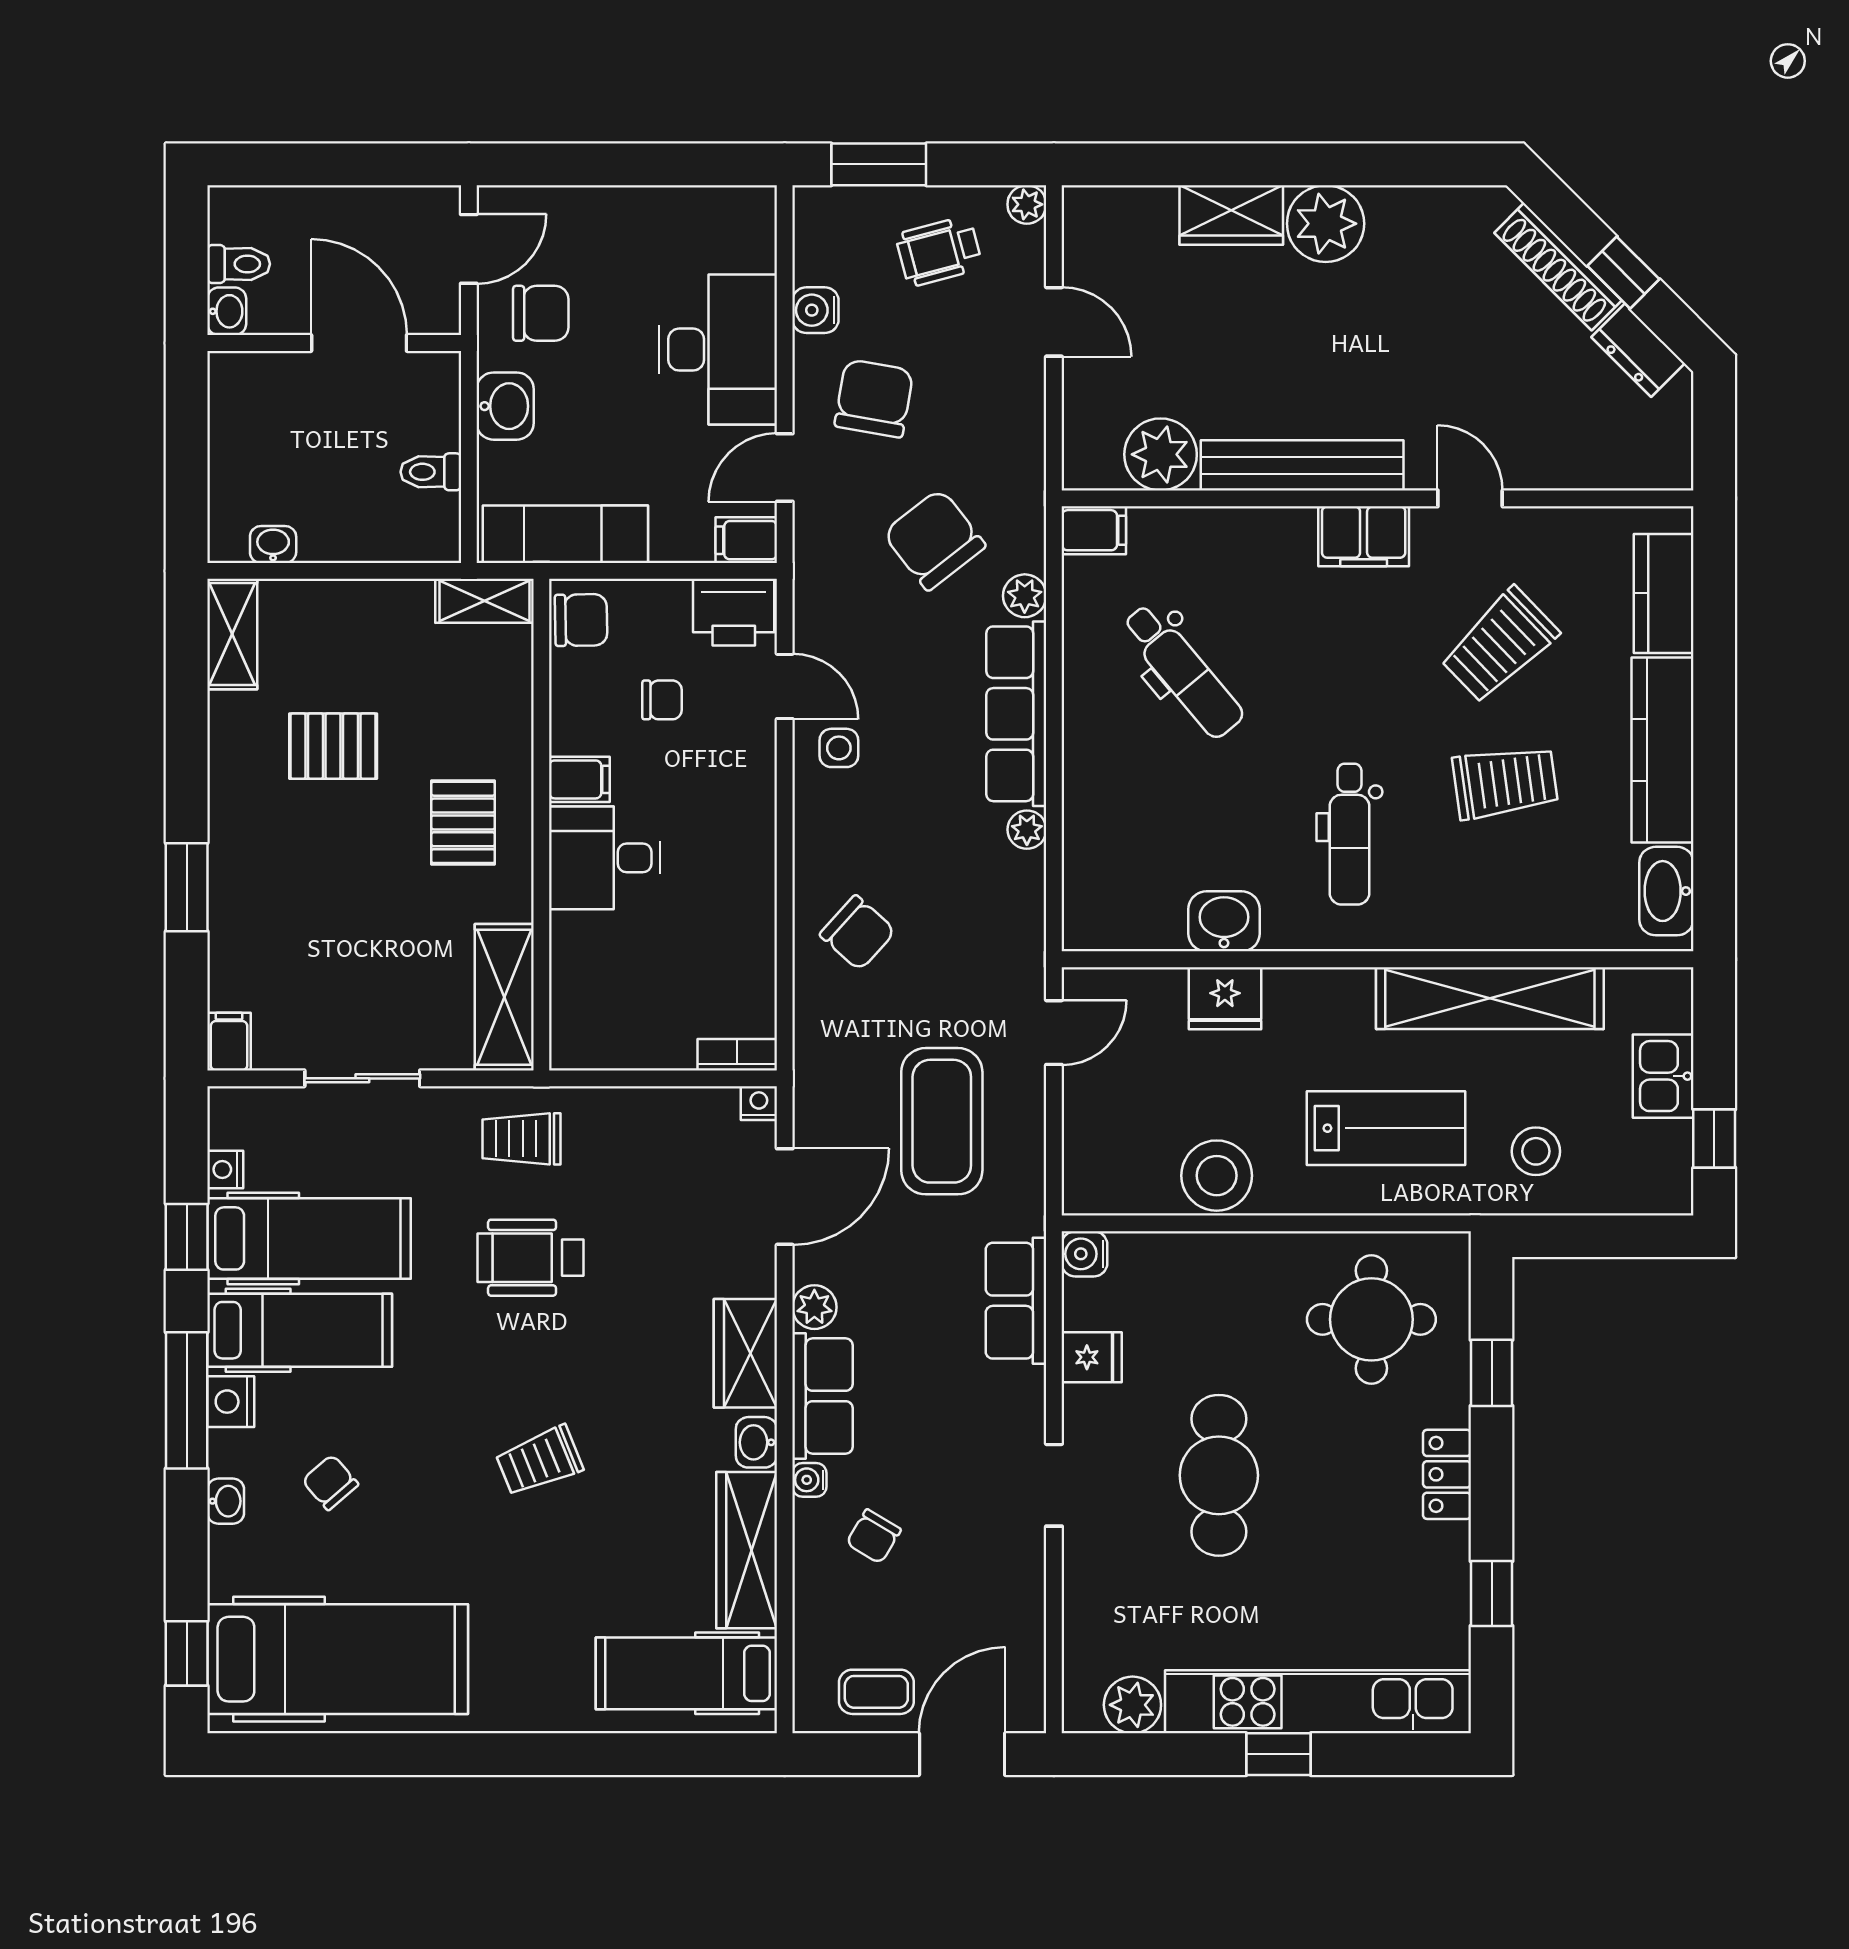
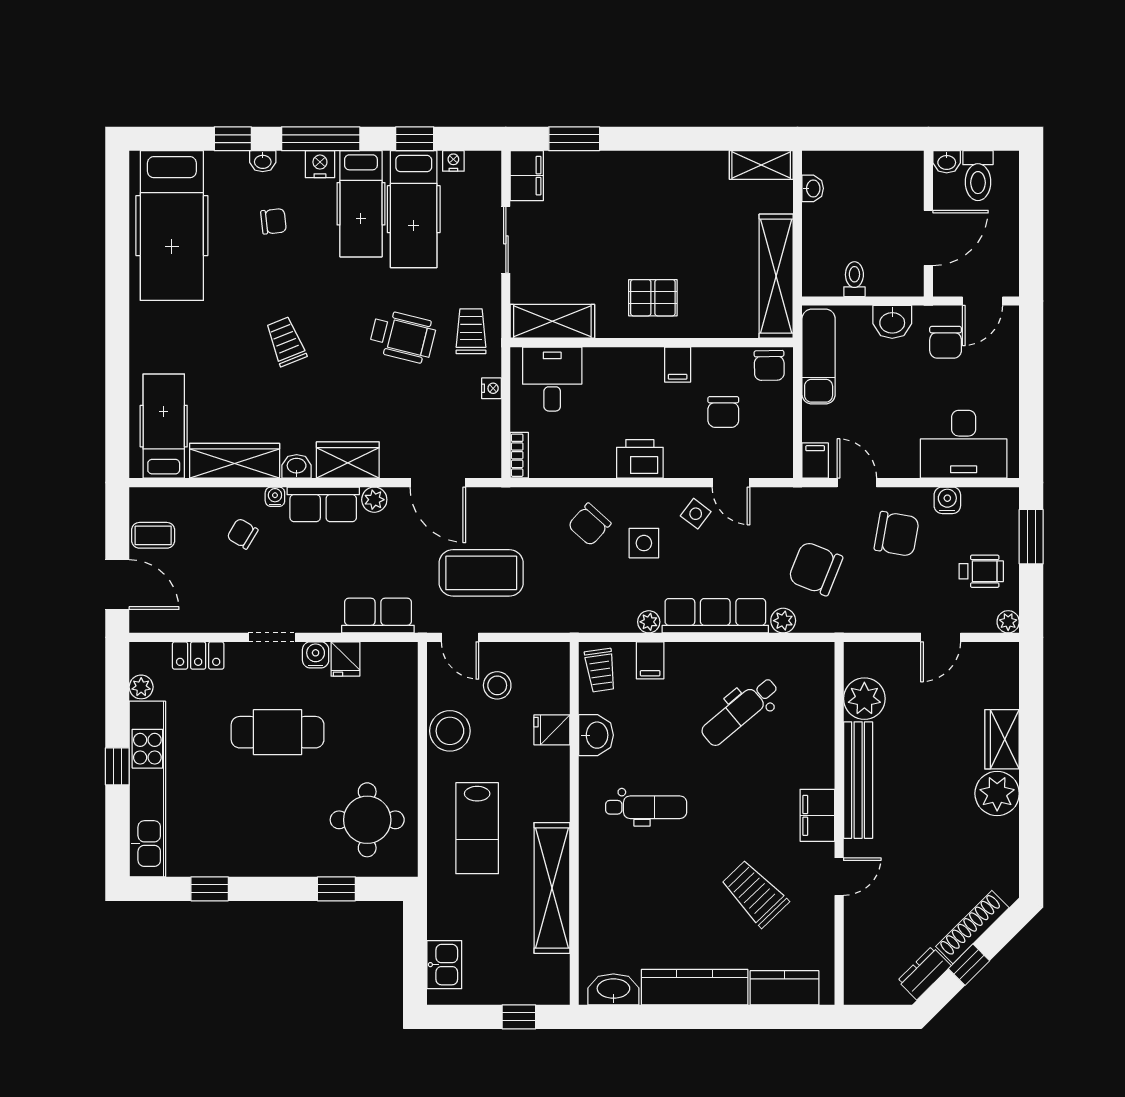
door: (469, 249) -> (983, 301), hinge flipped
wheelchair: (939, 251) -> (981, 571), turned 105
toilet: (239, 264) -> (978, 176), width x1.37, depth x1.39
desk: (718, 350) -> (964, 444), moved
filing cabinet: (1094, 530) -> (650, 660), moved
chair: (934, 540) -> (815, 569), turned -120
shelving: (484, 601) -> (776, 276), width x2.20, depth x1.33
printer: (734, 612) -> (640, 459), moved, turned 90
door: (785, 686) -> (731, 483), hinge flipped
chair: (662, 700) -> (723, 412), width x1.37, depth x1.37
pallet: (333, 746) -> (697, 223), removed
side table: (839, 748) -> (696, 514), turned 37
trolley: (1505, 782) -> (600, 670), moved, width x0.73, depth x0.72
dental chair: (1349, 834) -> (646, 807), turned 180
side table: (890, 838) -> (644, 543), added
desk: (605, 858) -> (552, 379), moved
window: (187, 887) -> (574, 139), moved
fridge: (1225, 998) -> (552, 730), width x0.72
door: (1054, 1033) -> (460, 637), moved
filing cabinet: (229, 1042) -> (527, 176), width x2.00
kitchen sink: (1663, 1076) -> (444, 965), moved, turned 90
nightstand: (759, 1103) -> (492, 388), moved
window: (1714, 1138) -> (519, 1017), moved
stool: (1536, 1151) -> (497, 685), moved
water cooler: (1084, 1254) -> (316, 655), moved
wheelchair: (530, 1258) -> (403, 336), turned 104
locker: (1447, 1474) -> (198, 656), moved, turned 180
chair: (330, 1482) -> (274, 221), turned 35
window: (187, 1653) -> (233, 139), moved
coffee table: (876, 1692) -> (153, 535), turned 90
plant: (1132, 1705) -> (141, 687), width x0.73, depth x0.73

